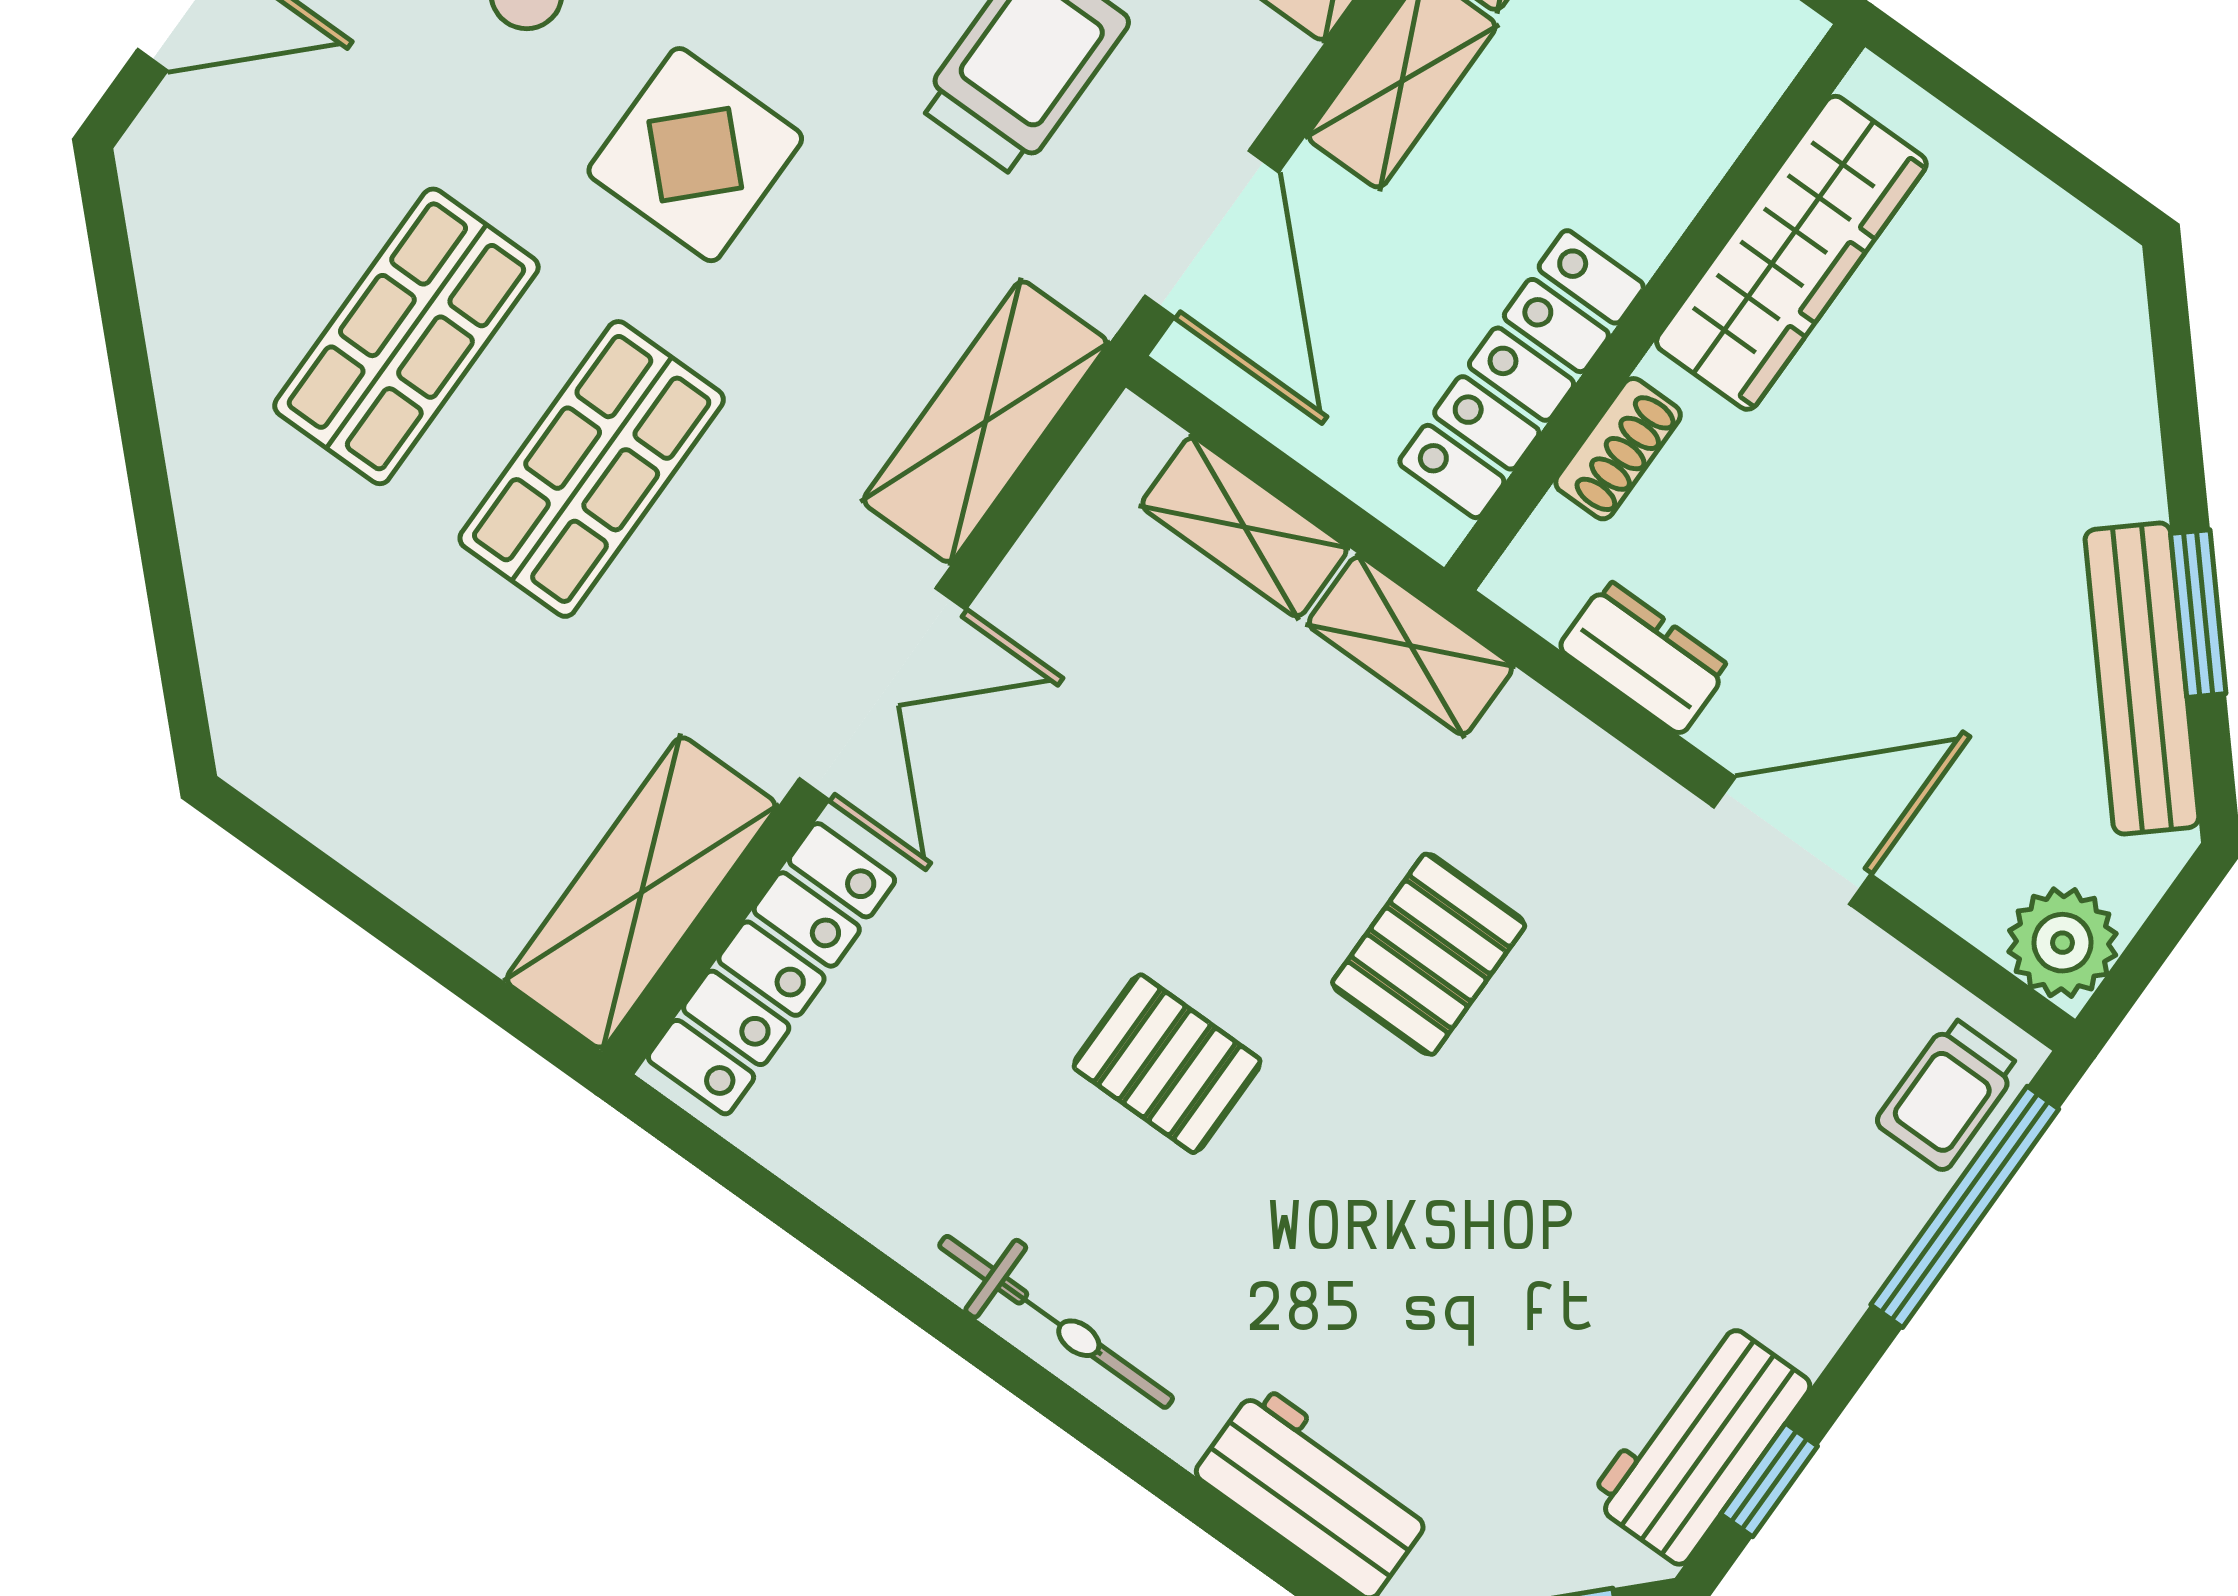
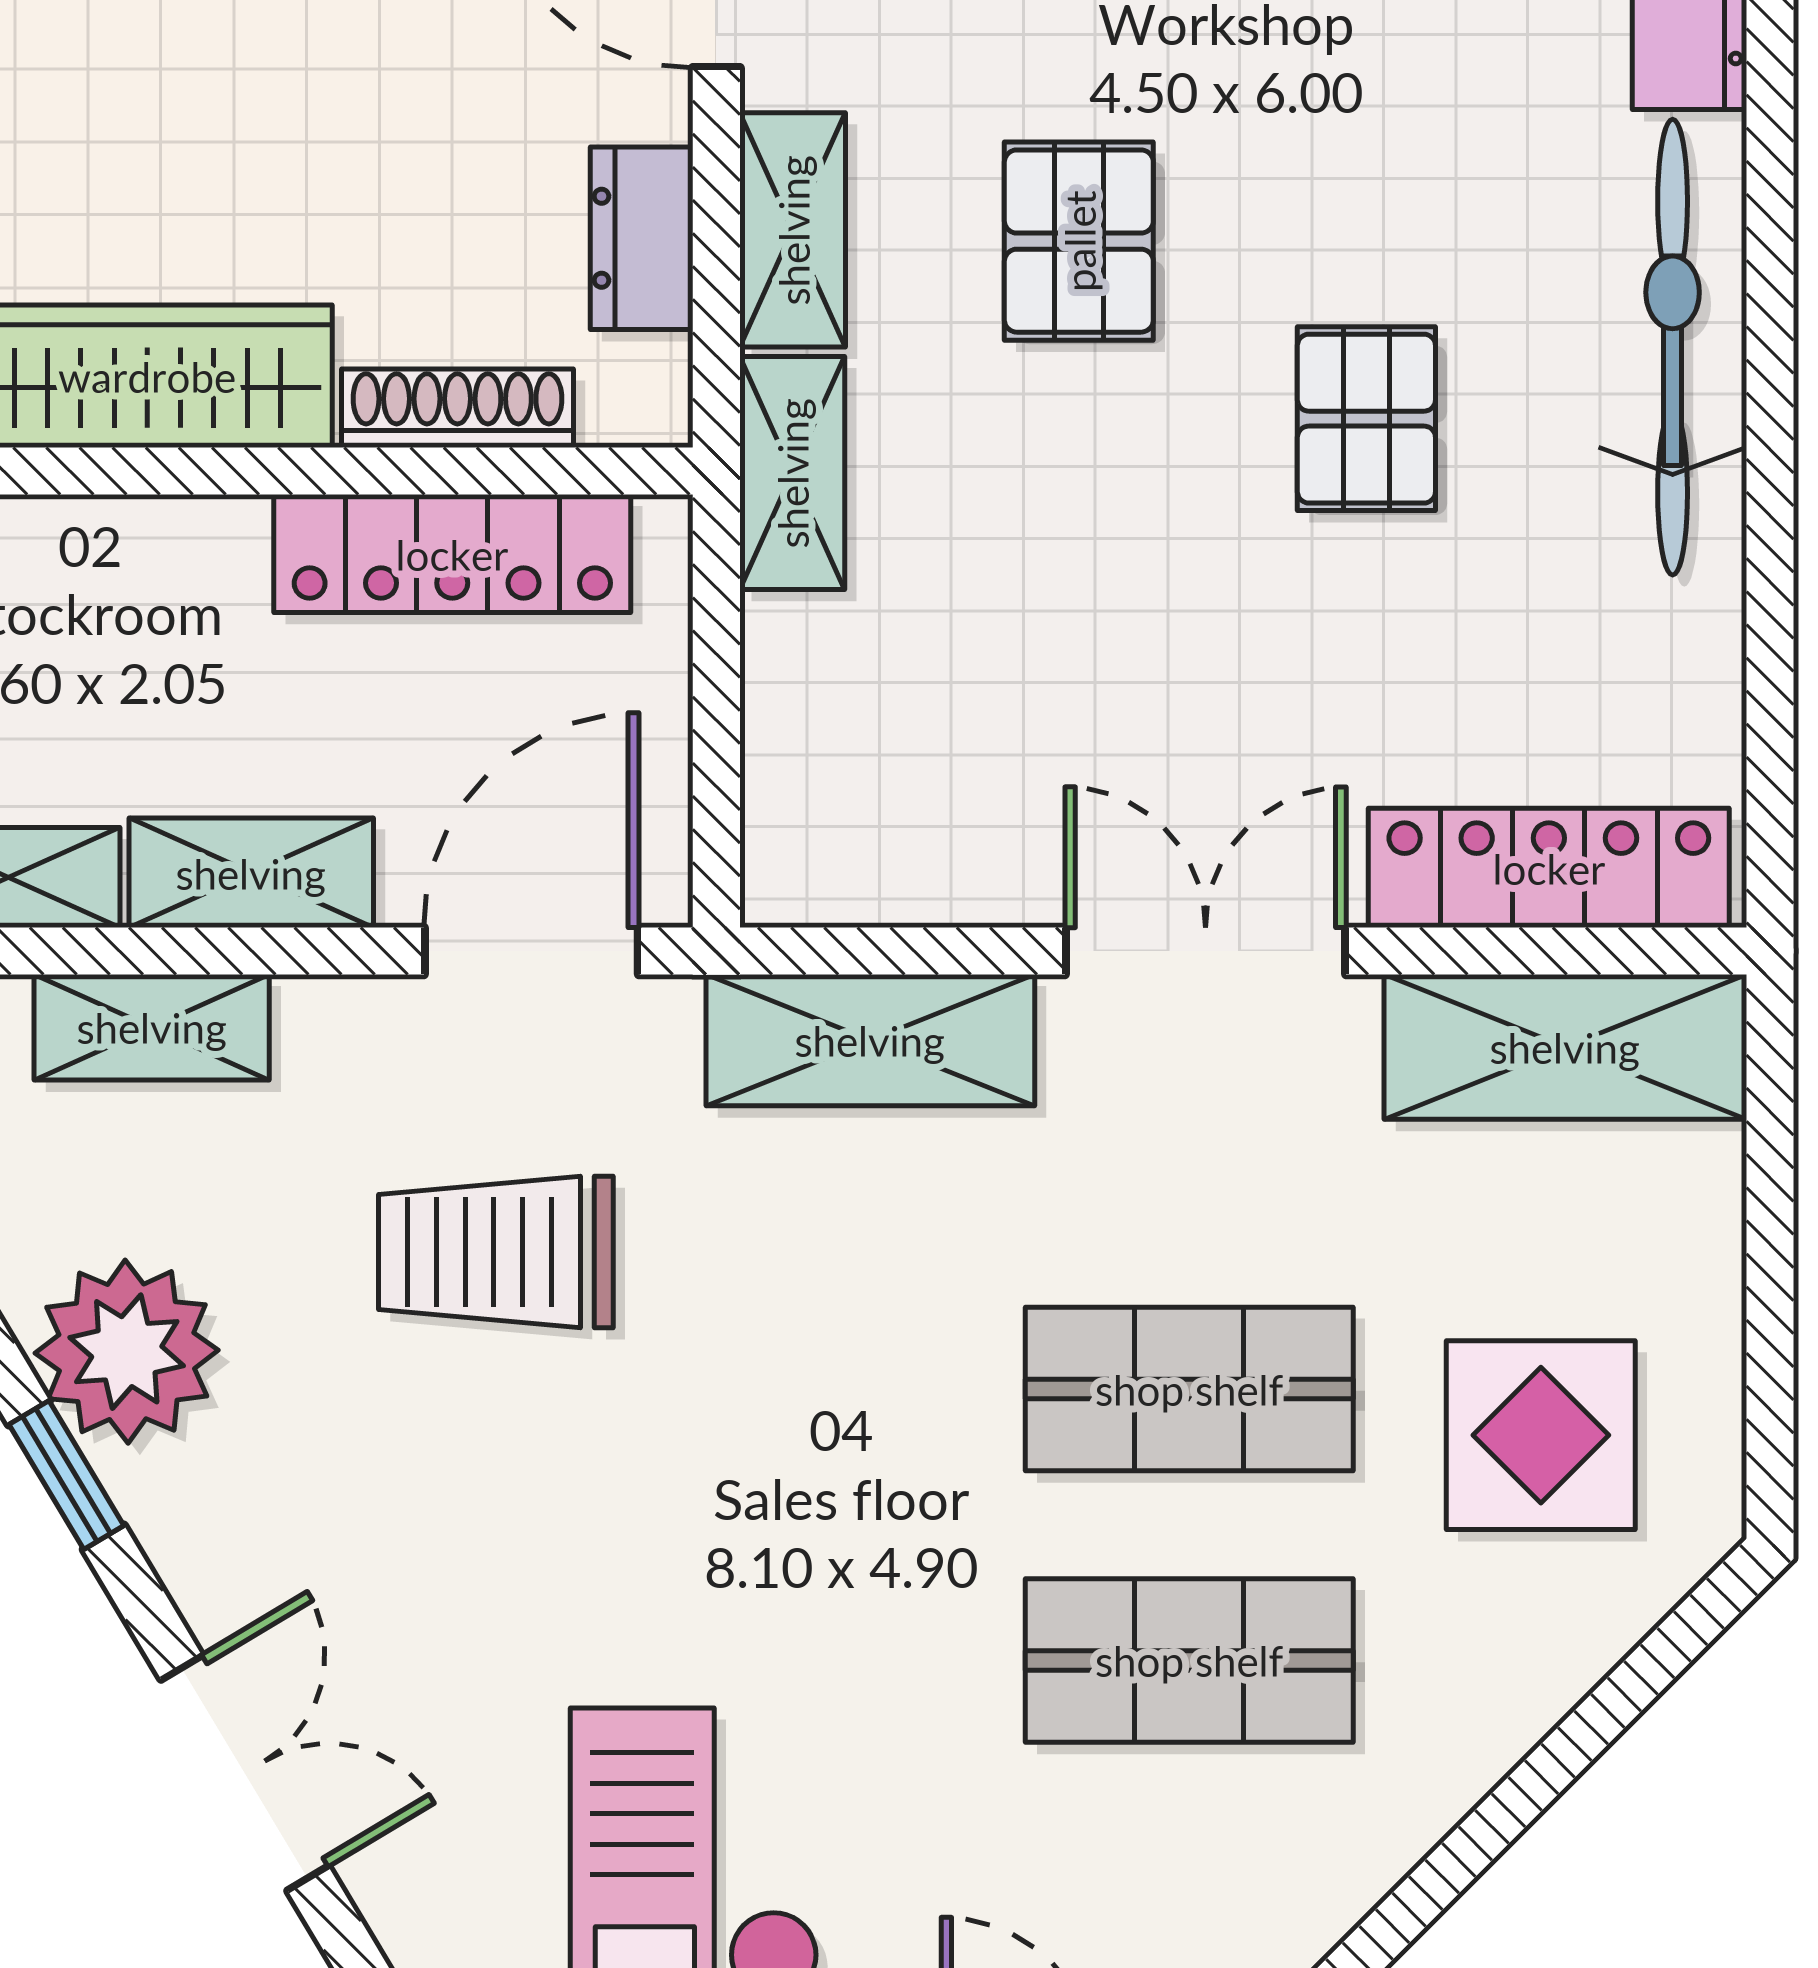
display table: (695, 155) -> (1541, 1435), moved
shoe rack: (1618, 449) -> (457, 408), width x1.43
shelving: (1244, 527) -> (793, 230), moved
pallet: (1429, 954) -> (1079, 241), turned 90
bicycle: (1056, 1322) -> (1673, 347), width x1.37, depth x1.40

